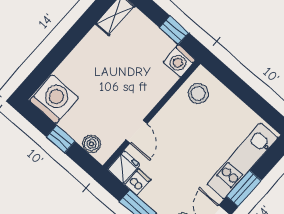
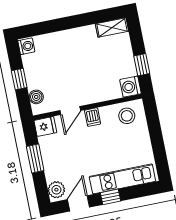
washing machine: (54, 99) -> (26, 46), width x0.53, depth x0.53
dishwasher: (138, 182) -> (93, 117), moved, turned 90
window: (244, 188) -> (111, 197), width x0.67

